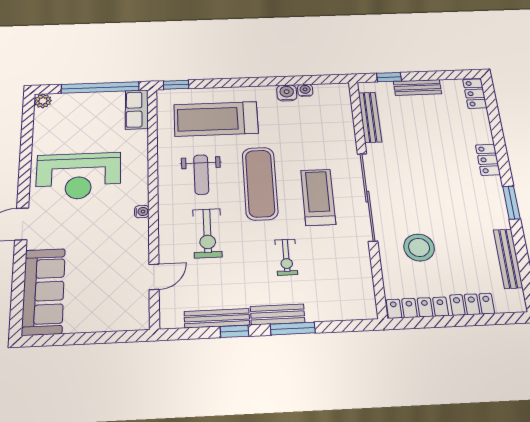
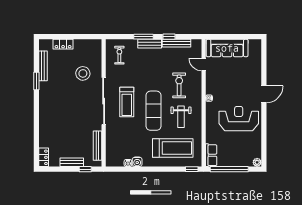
locker: (488, 160) -> (43, 119), removed
weight bench: (201, 175) -> (181, 117), turned 180
window: (511, 203) -> (36, 81), moved
exercise bike: (286, 257) -> (119, 55), moved
door: (154, 277) -> (204, 65), hinge flipped
sofa: (43, 291) -> (227, 48), moved, turned -90
locker: (417, 308) -> (88, 44), removed

